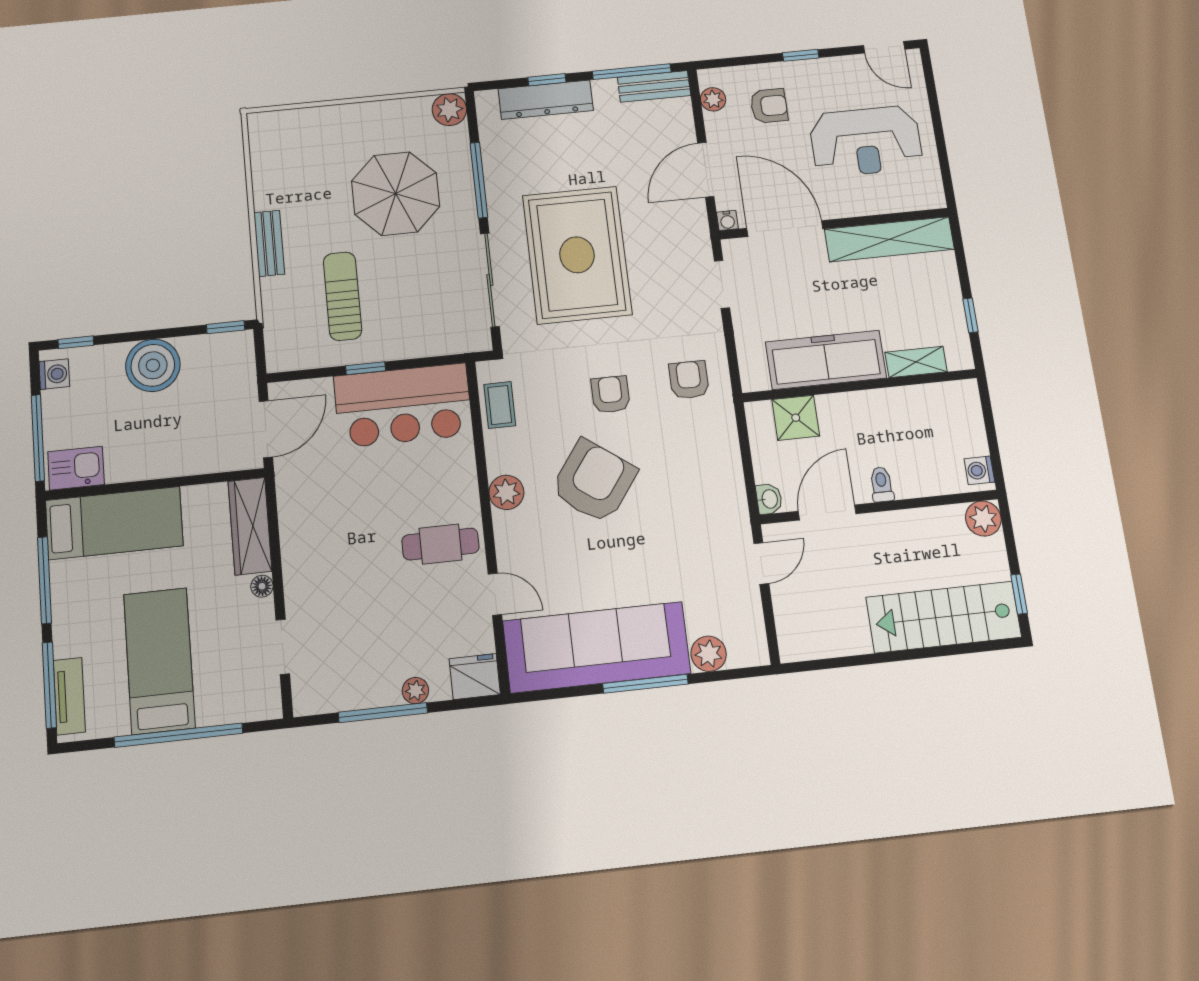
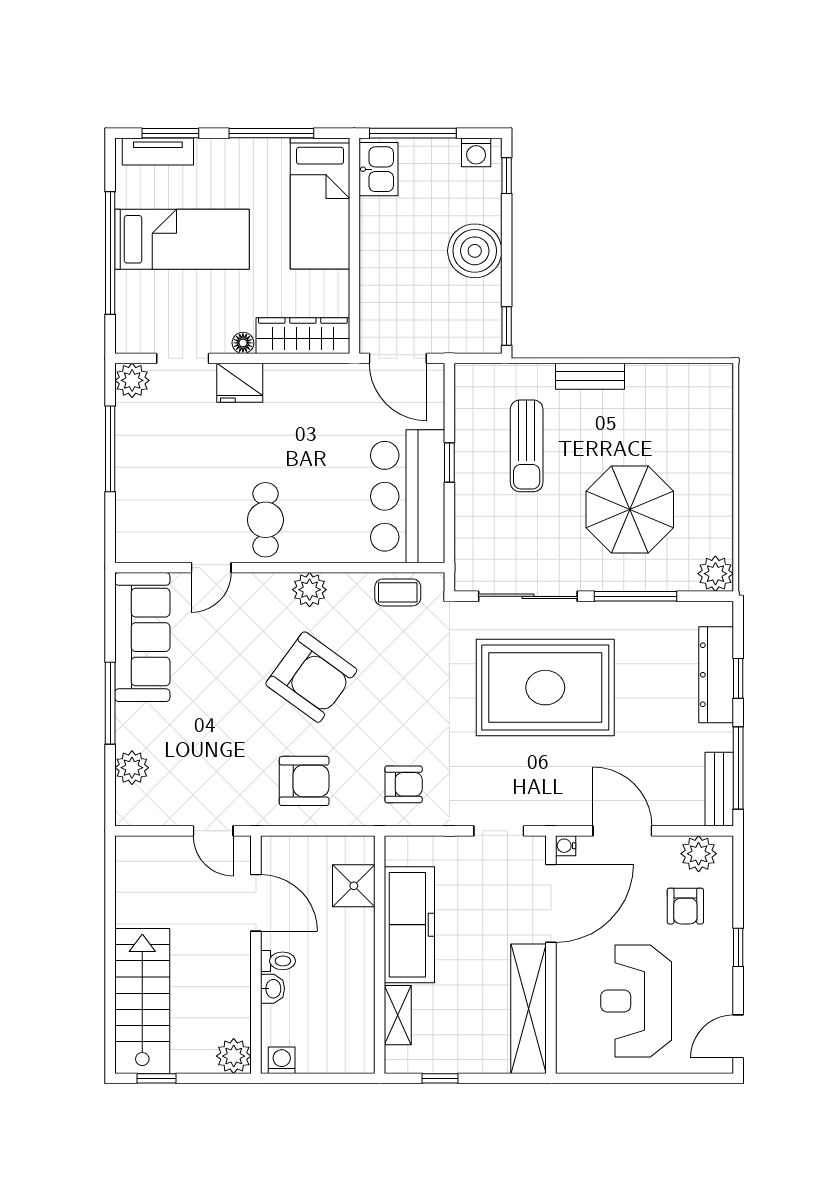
plant: (713, 99) -> (699, 854), width x1.38, depth x1.38
sun lounger: (342, 296) -> (527, 446), turned 90
armchair: (611, 395) -> (304, 781), moved, width x1.38, depth x1.38
washbasin: (769, 499) -> (273, 989), moved, turned -90
sofa: (597, 647) -> (142, 637), width x0.74, depth x0.79
fridge: (475, 677) -> (240, 383), moved, turned 90
window: (49, 685) -> (170, 133), width x0.69
plant: (415, 691) -> (132, 380), moved, width x1.38, depth x1.38

